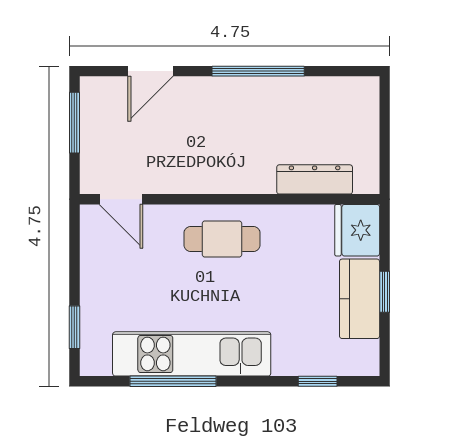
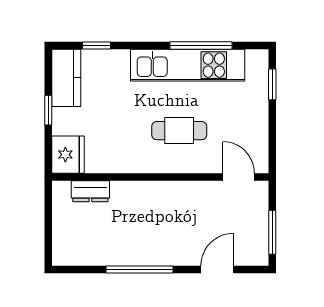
dresser: (315, 179) -> (90, 191), width x0.70
cafe table: (222, 239) -> (179, 131), moved
kitchen counter: (360, 299) -> (66, 78), moved

